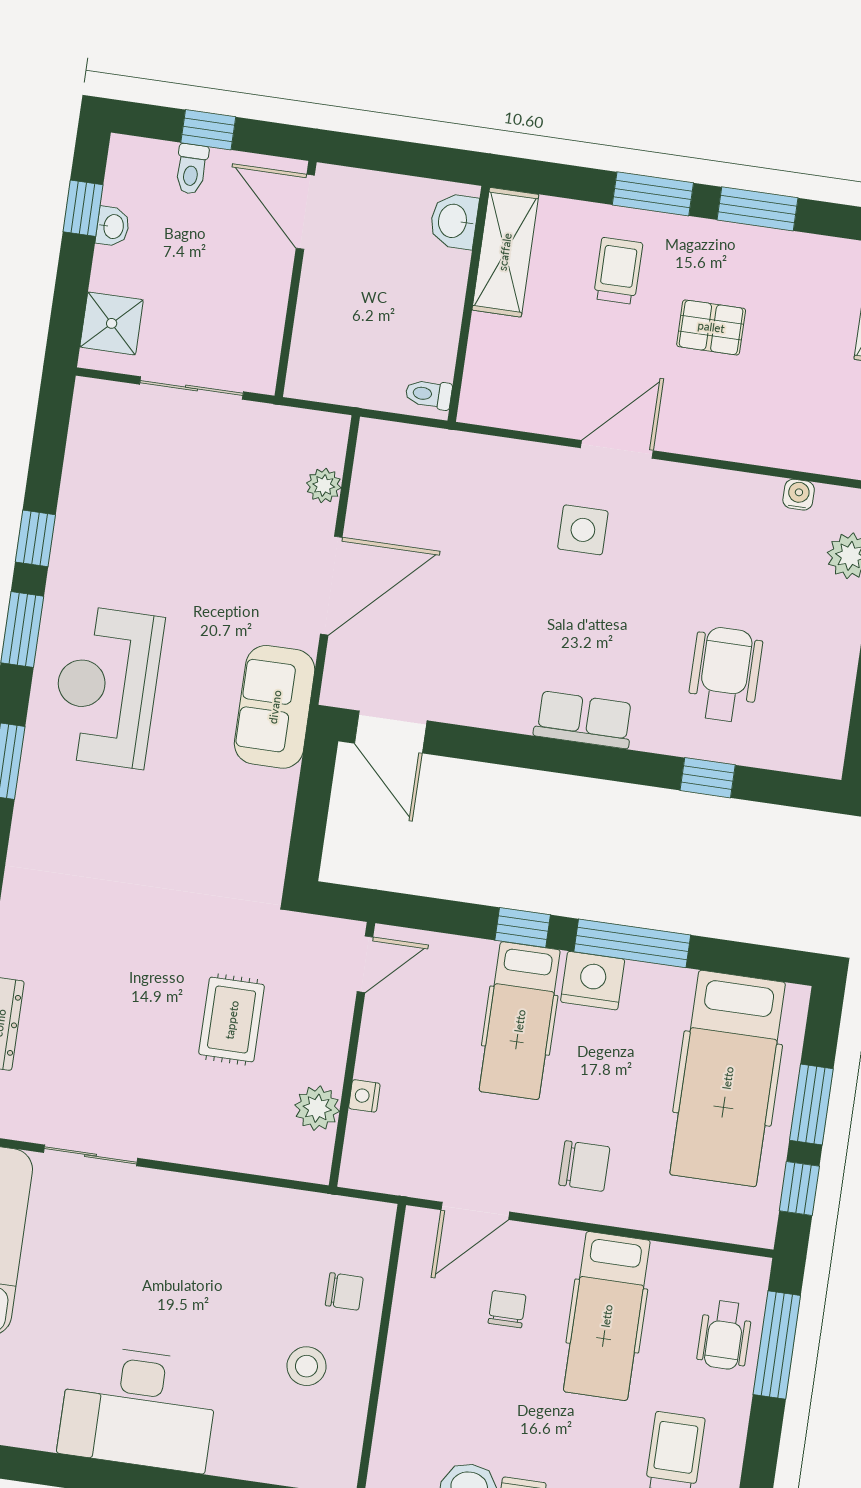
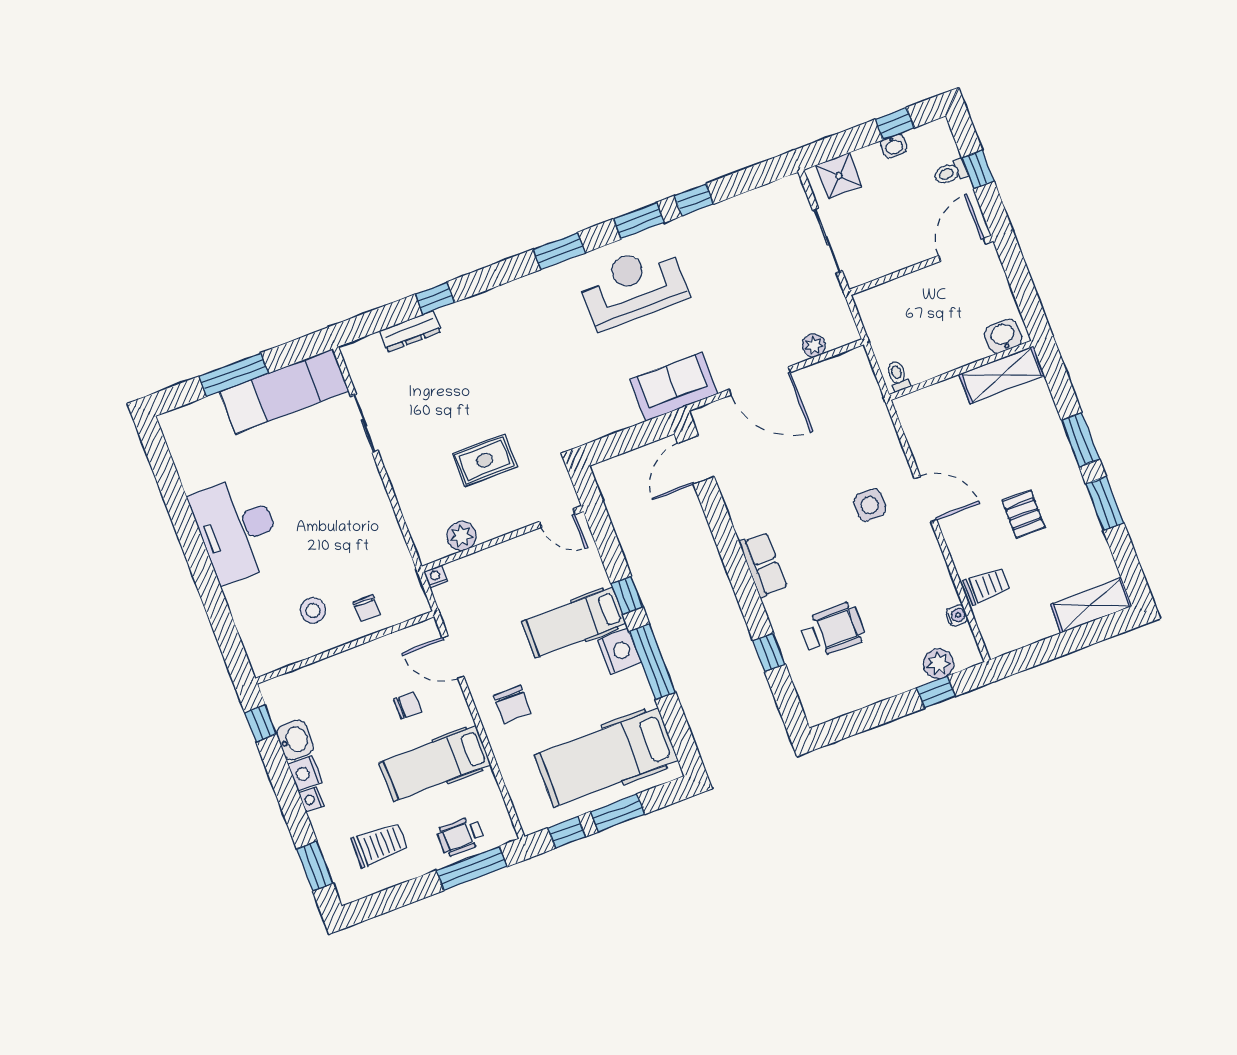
trolley: (618, 271) -> (987, 586), moved
nightstand: (364, 1096) -> (436, 577), moved

